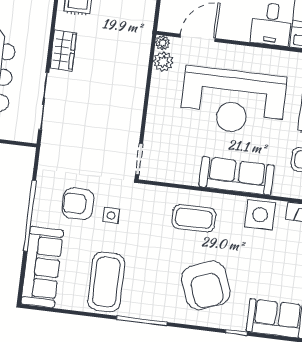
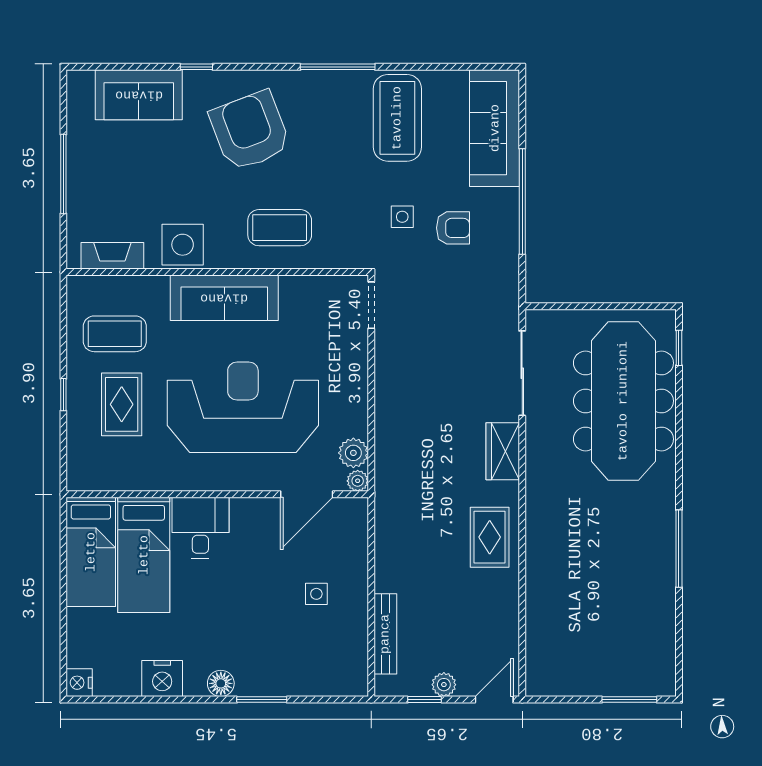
armchair: (78, 204) -> (453, 228), width x0.72, depth x0.72

